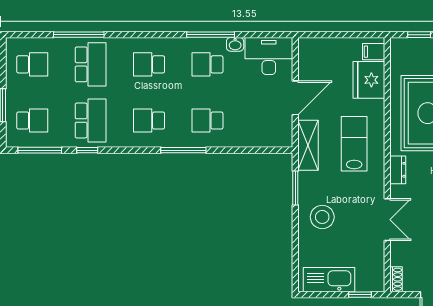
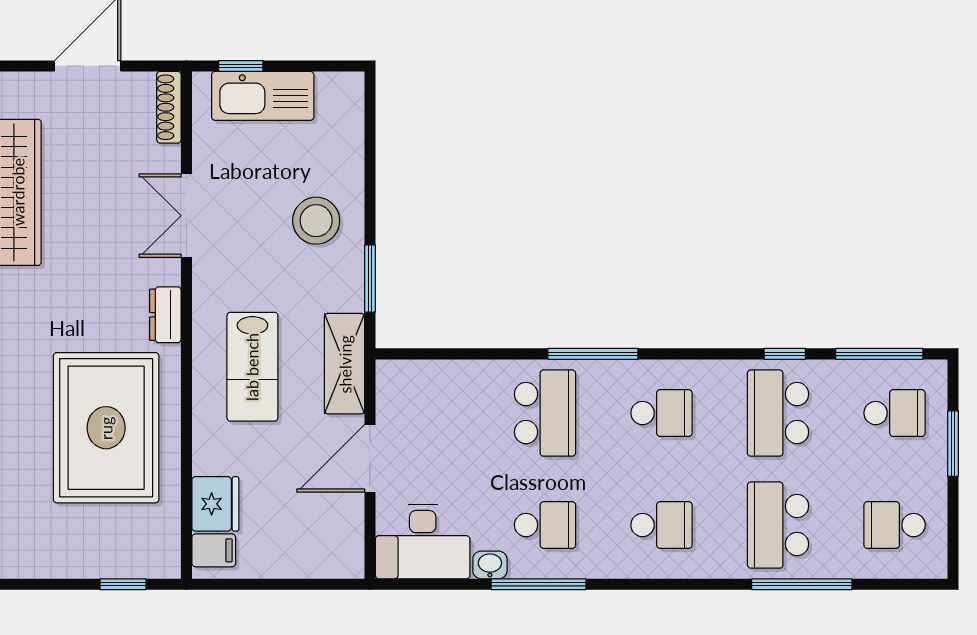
fridge: (369, 80) -> (215, 504), width x0.73, depth x0.75
school desk: (32, 121) -> (895, 413), turned 180
school desk: (207, 121) -> (545, 413), width x1.85
shoe rack: (396, 279) -> (169, 107), width x1.43
kitchen sink: (329, 280) -> (263, 96), moved

